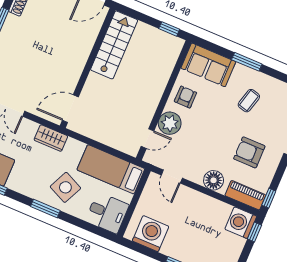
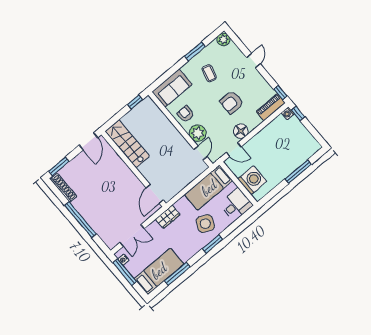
window: (247, 62) -> (195, 51), moved
armchair: (249, 152) -> (232, 102), moved
floor lamp: (214, 180) -> (241, 131), moved
washing machine: (241, 223) -> (288, 113), width x0.53, depth x0.53
washing machine: (151, 234) -> (252, 180), moved, turned 90

